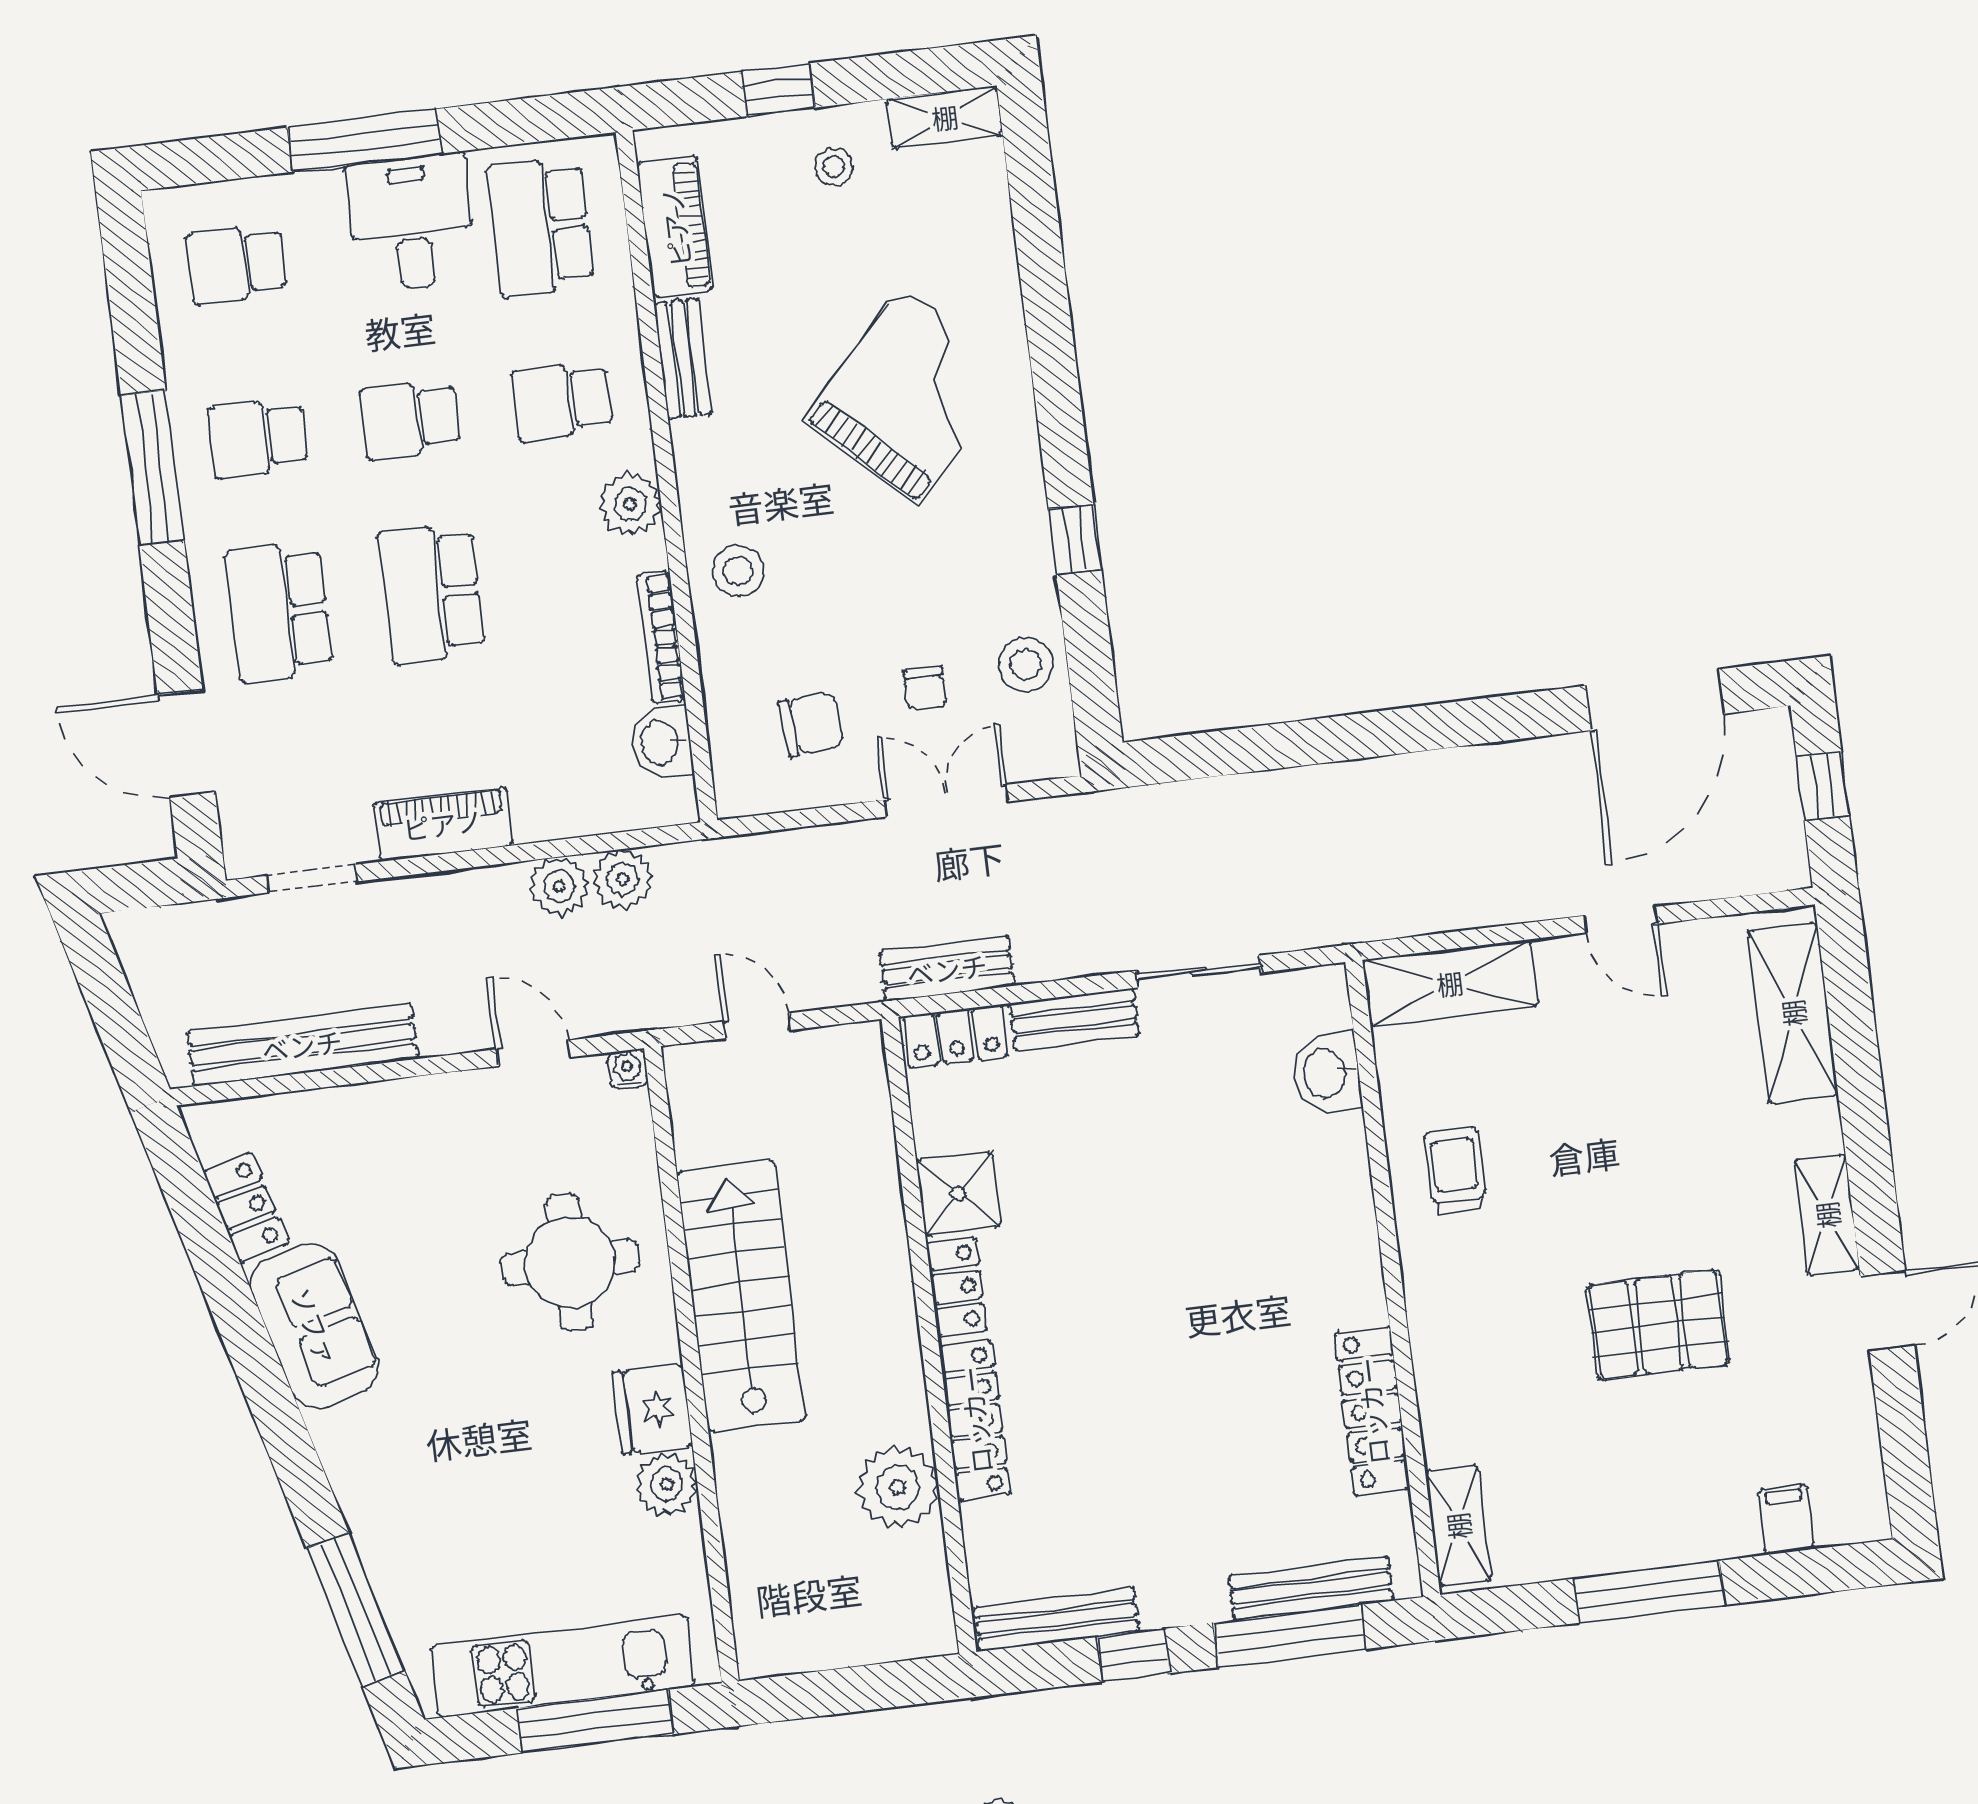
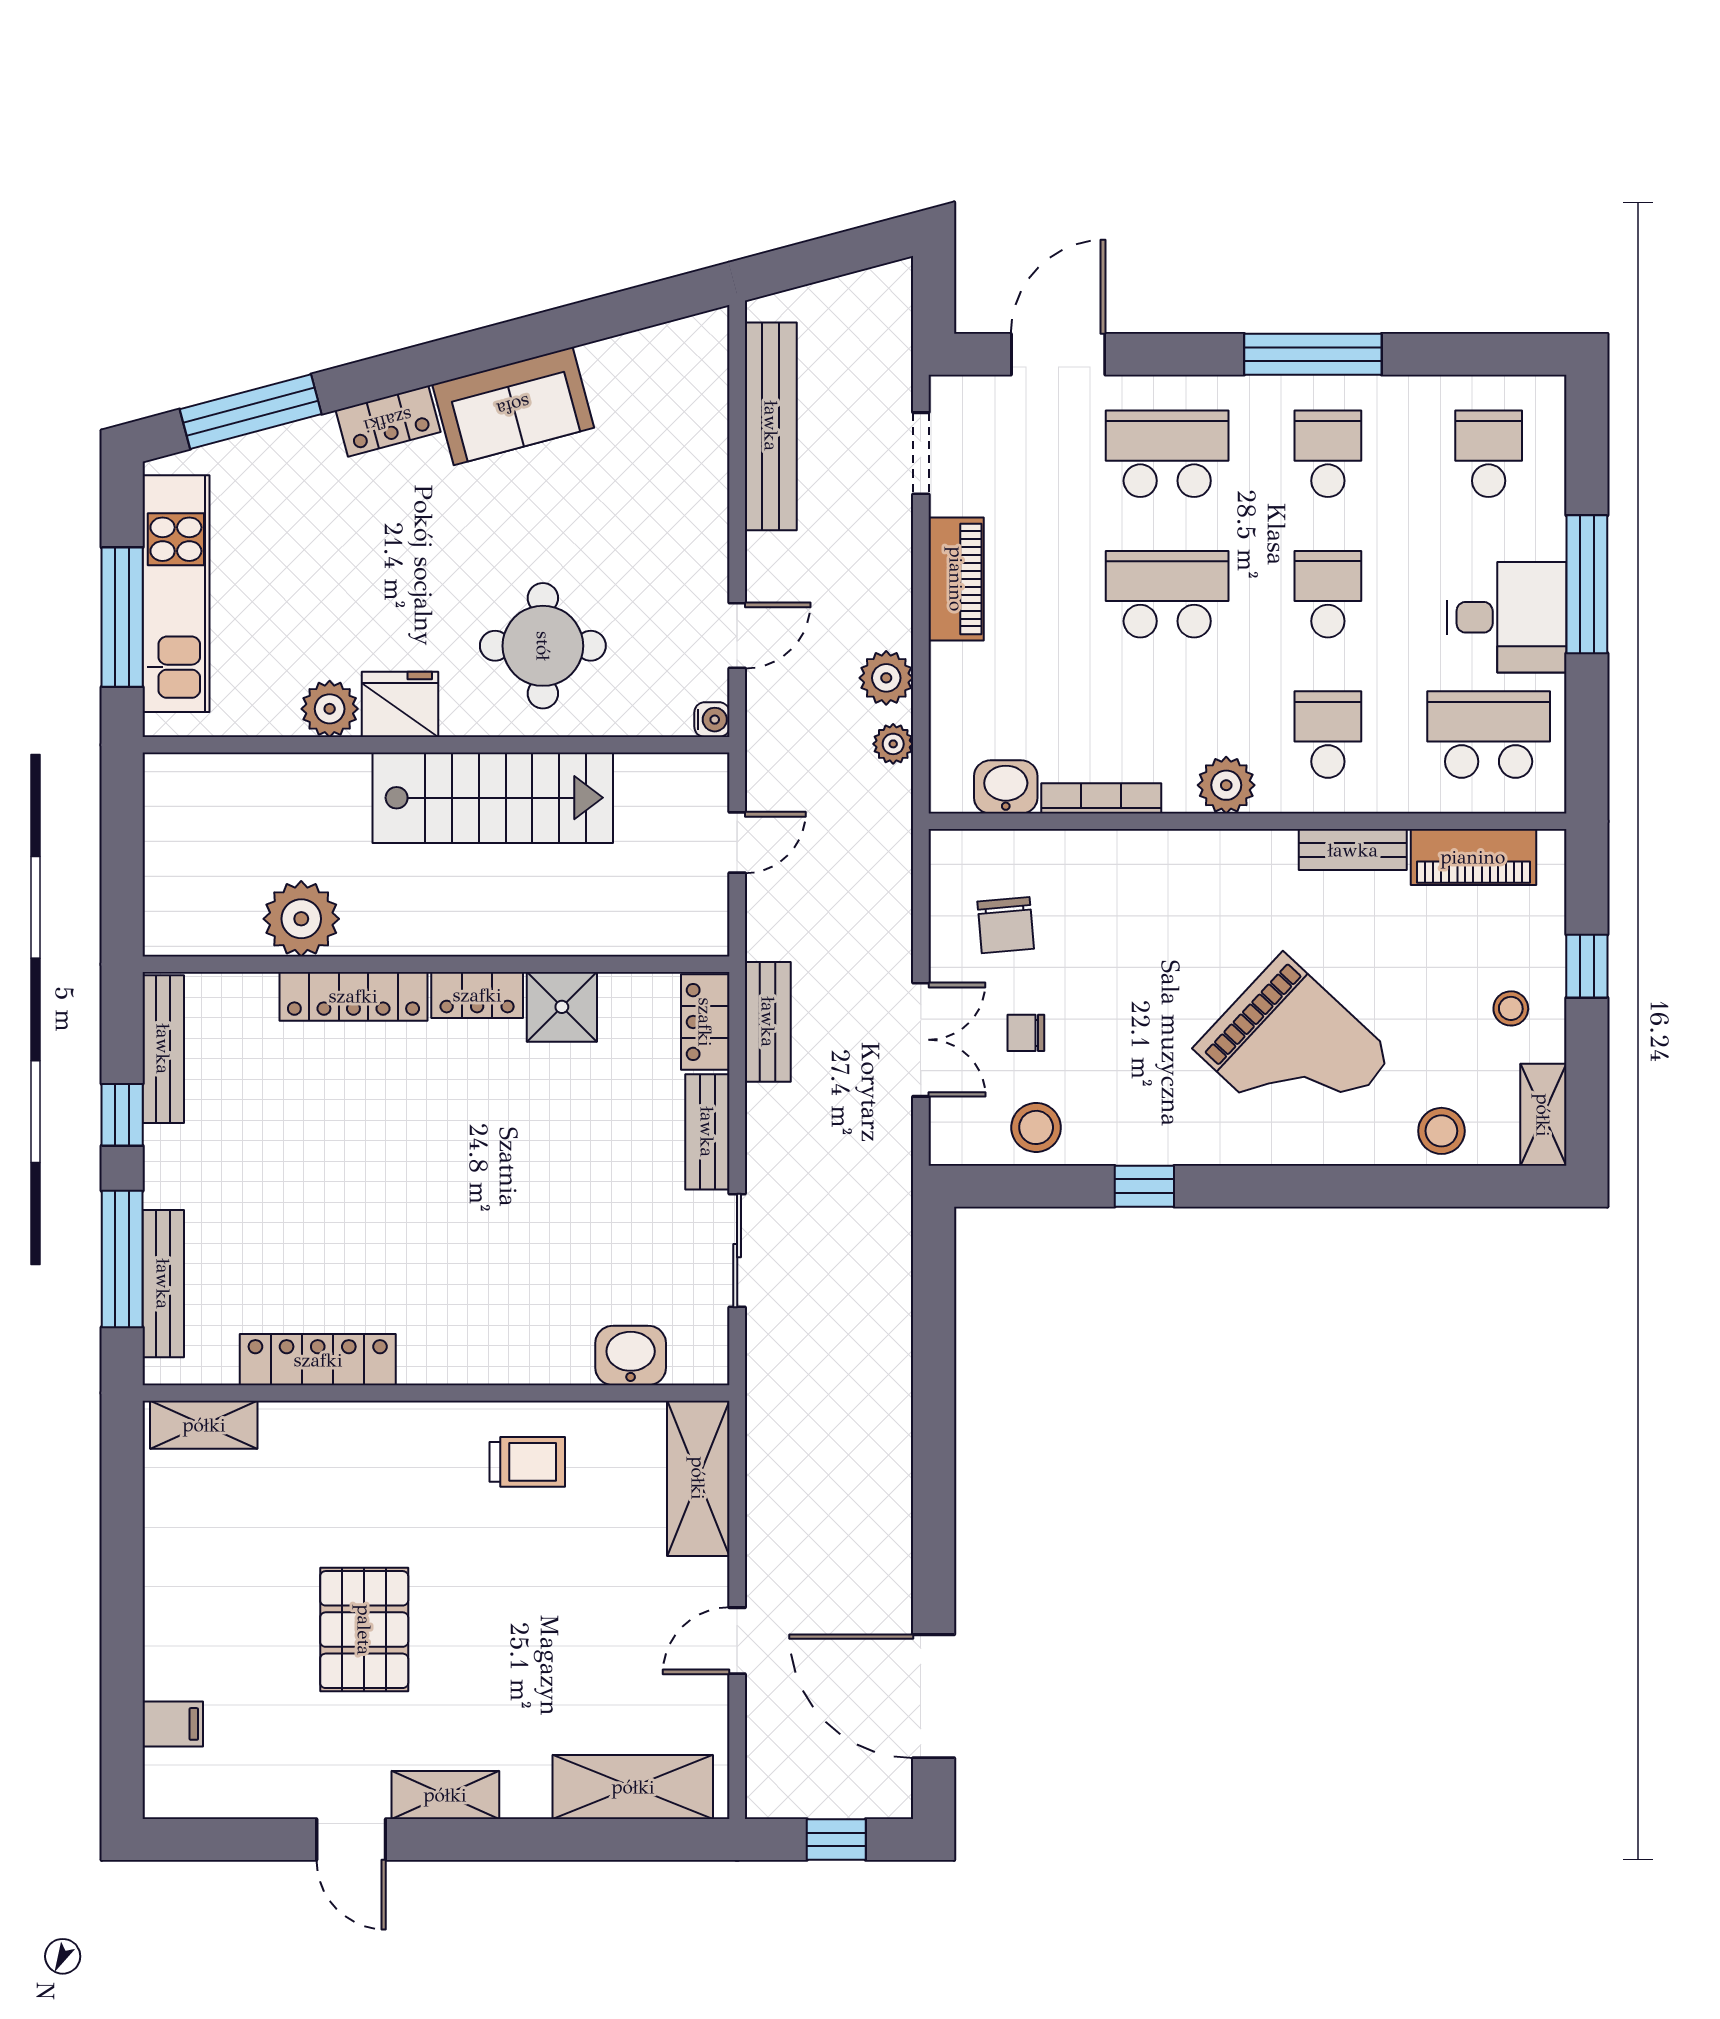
stool: (738, 571) -> (1441, 1131), moved
plant: (623, 879) -> (893, 744), width x0.73, depth x0.73
locker: (246, 1207) -> (388, 421), moved
window: (1650, 1592) -> (122, 1592), removed

